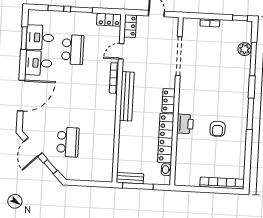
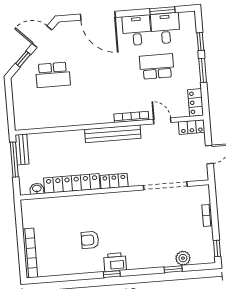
school desk: (73, 50) -> (157, 66), turned 180
window: (253, 59) -> (173, 269), width x0.46
window: (250, 114) -> (112, 274), width x0.46
printer: (185, 124) -> (115, 262), moved, turned 180

